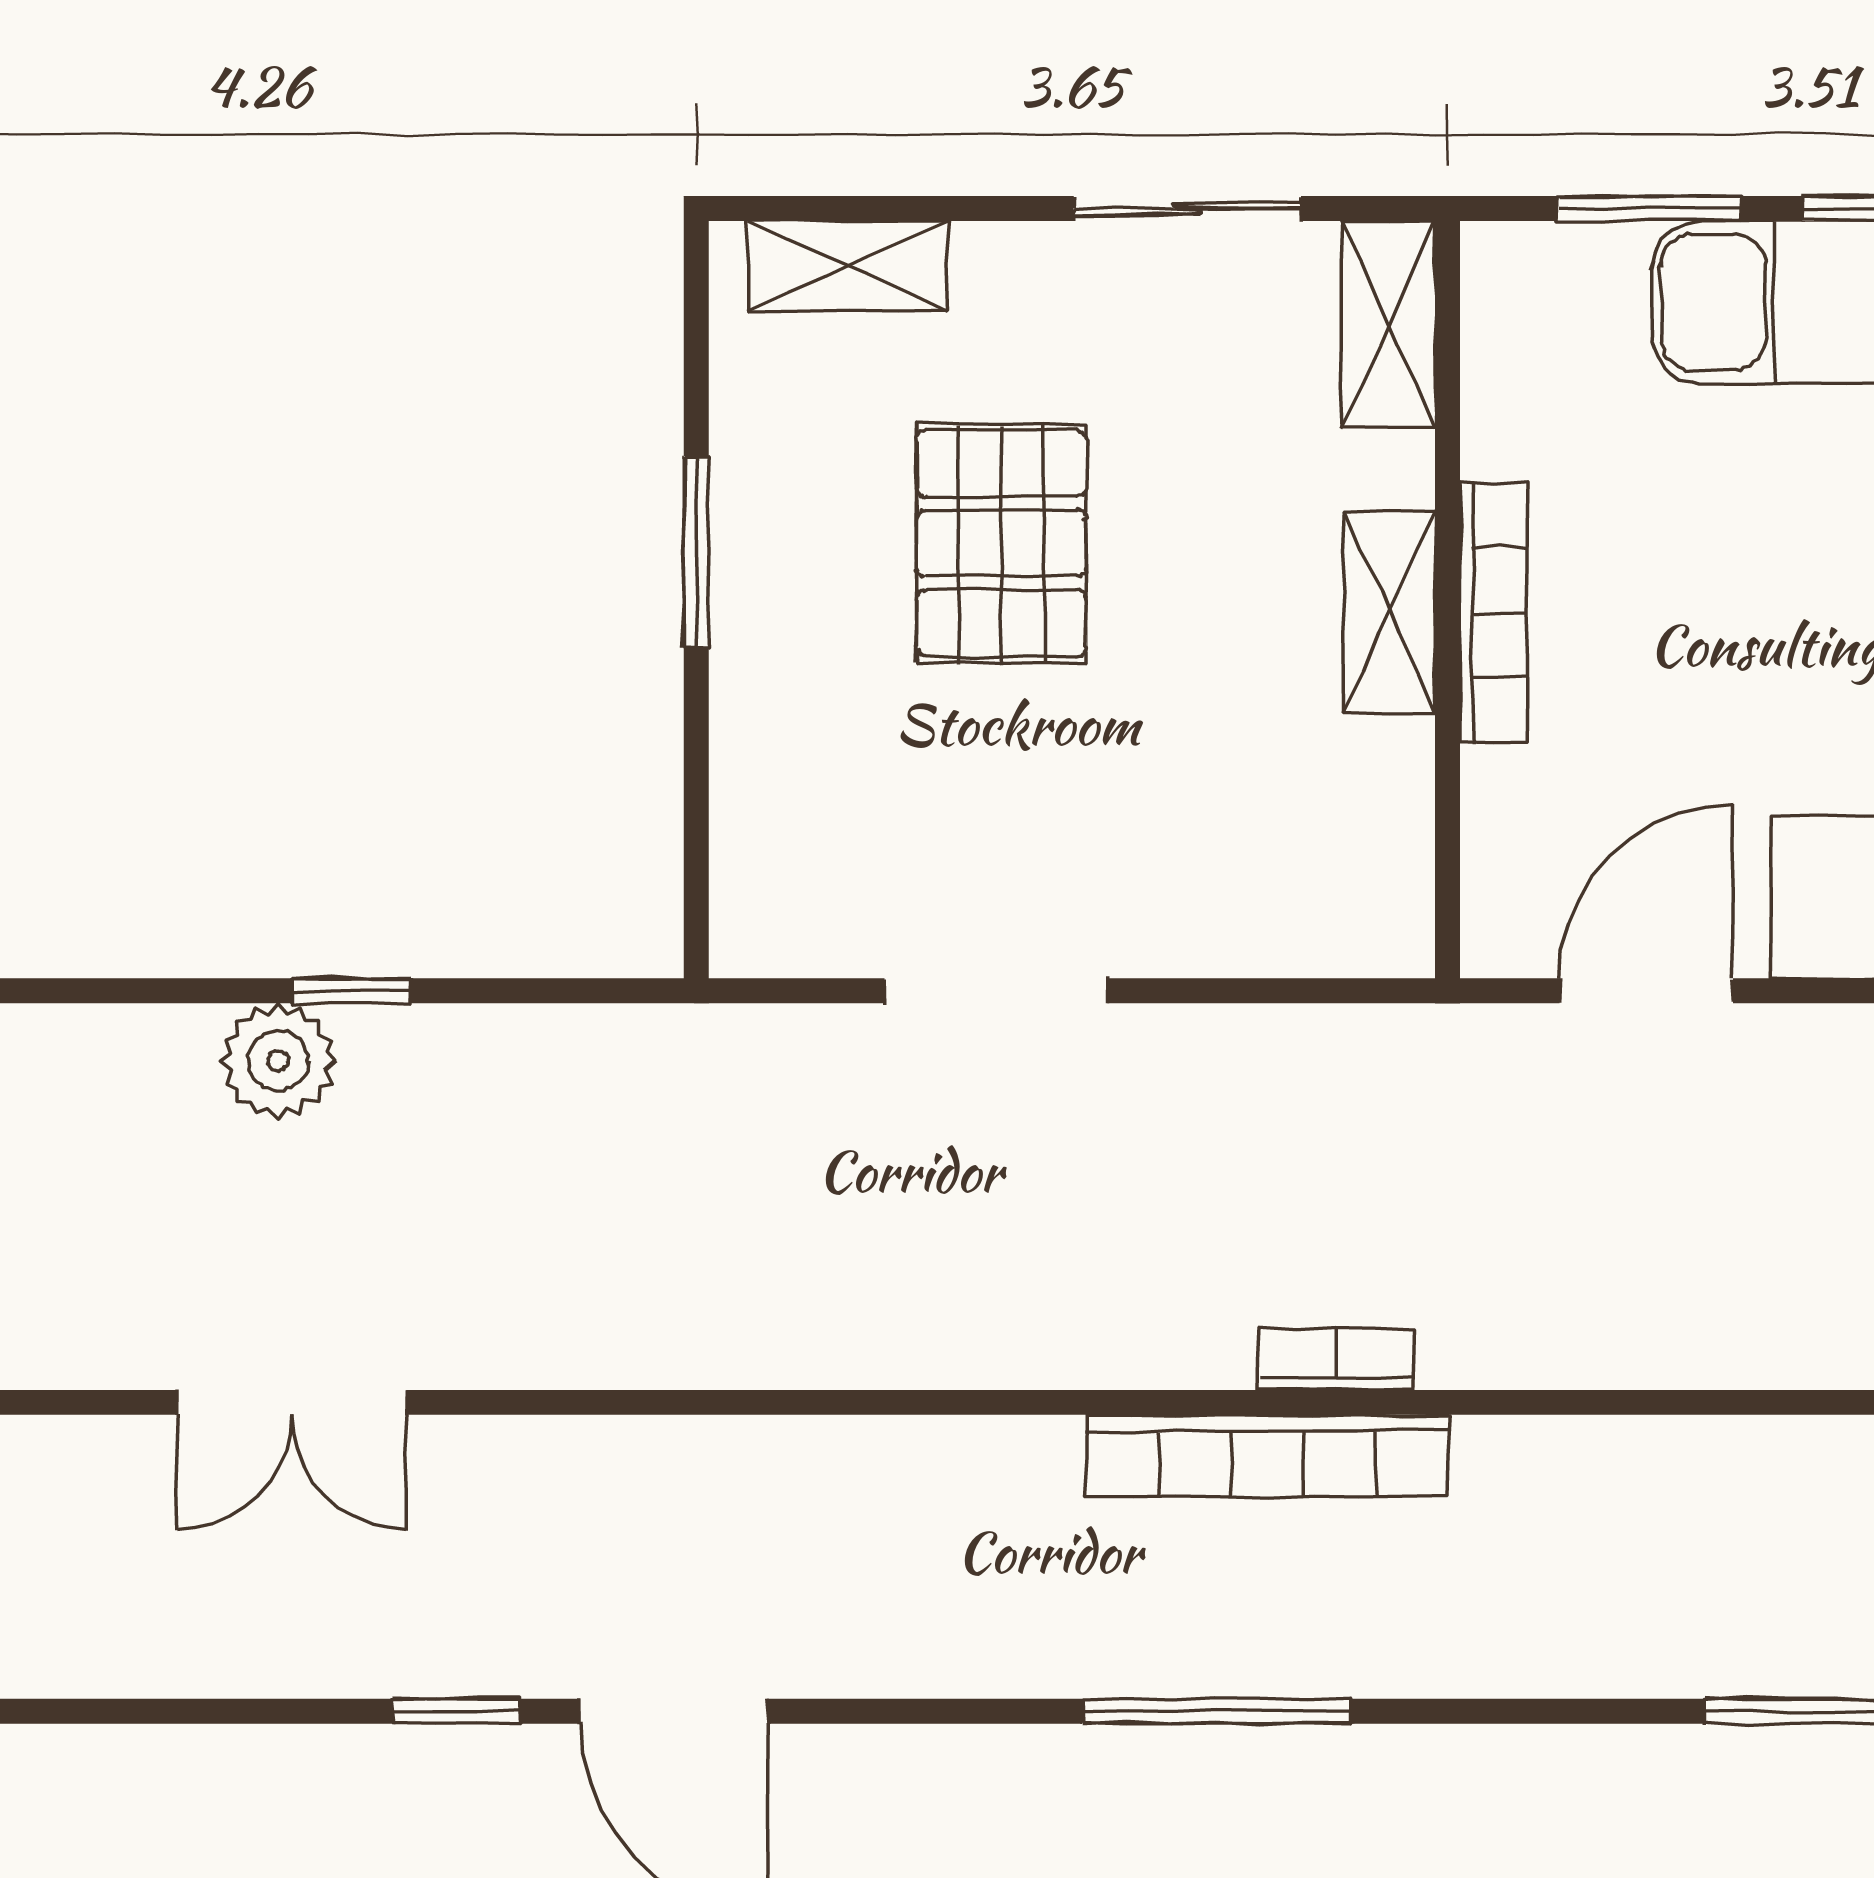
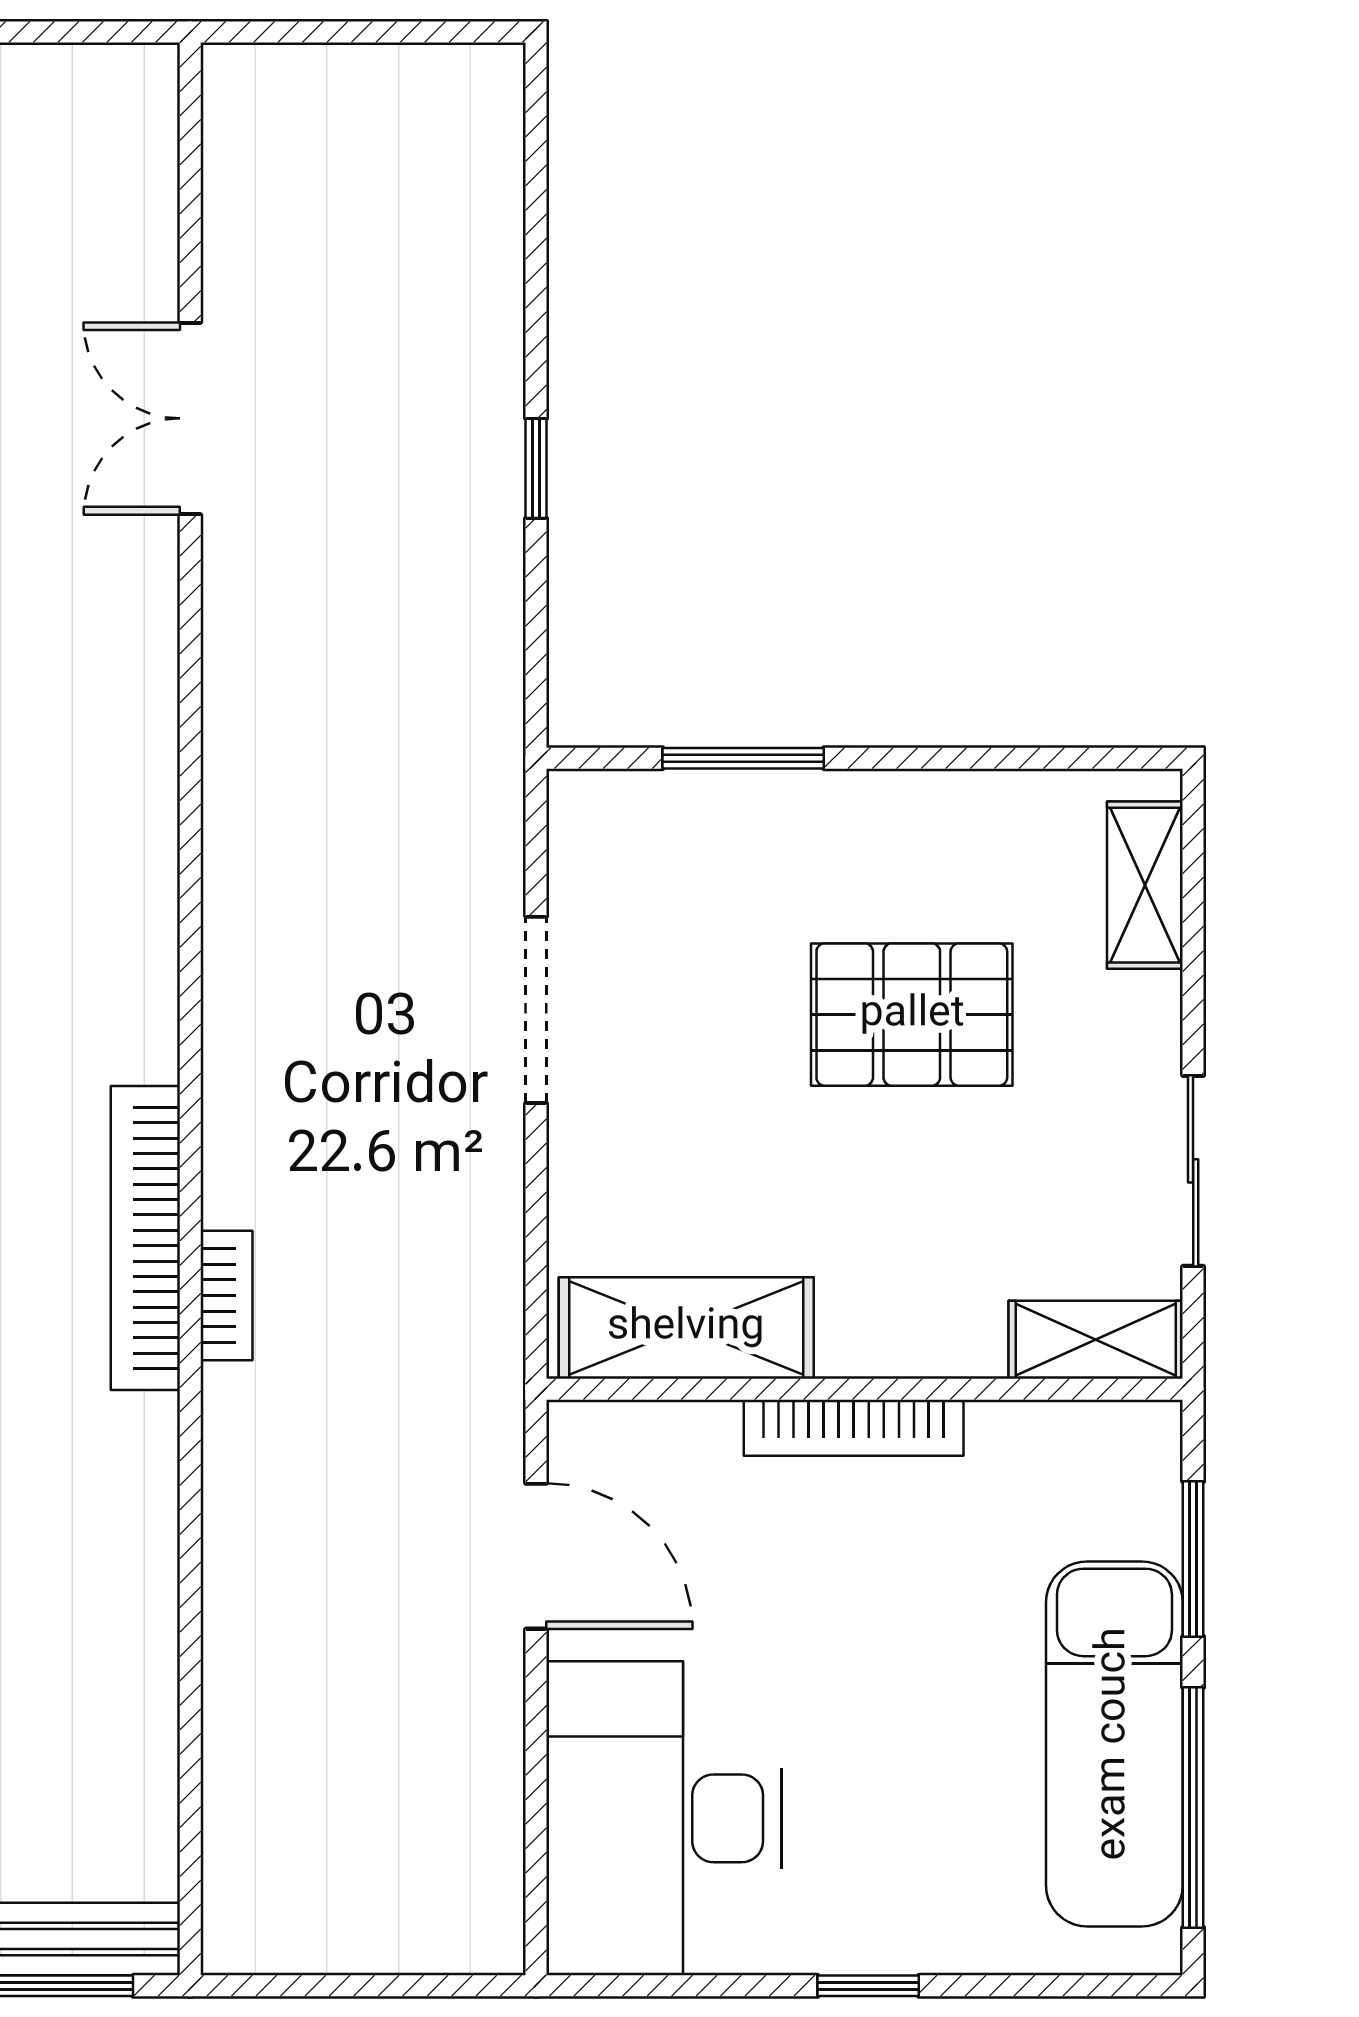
window: (696, 552) -> (743, 758), moved
shelving: (1390, 612) -> (686, 1328), moved, width x1.50, depth x1.33
plant: (278, 1061) -> (477, 407), removed

